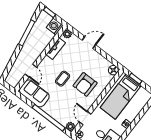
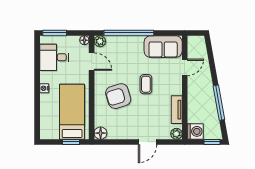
door: (31, 71) -> (185, 67), swing flipped
armchair: (85, 84) -> (118, 96), turned -107

